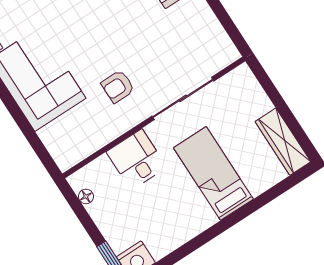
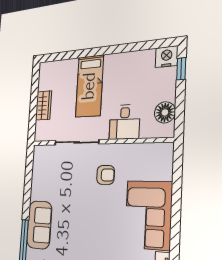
wardrobe: (283, 142) -> (43, 105), moved, width x0.67
floor lamp: (86, 196) -> (165, 112), width x1.89, depth x1.89

